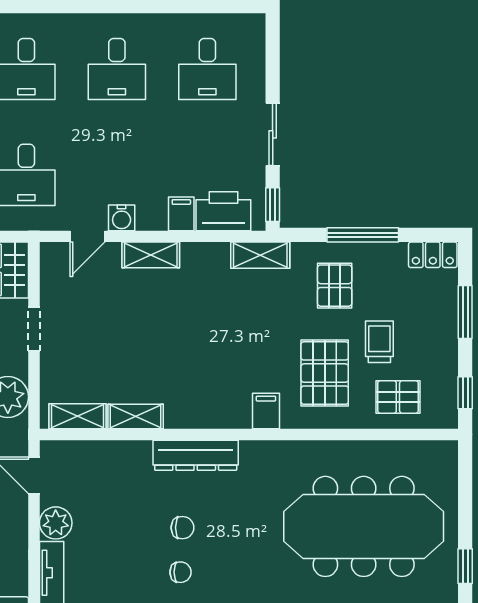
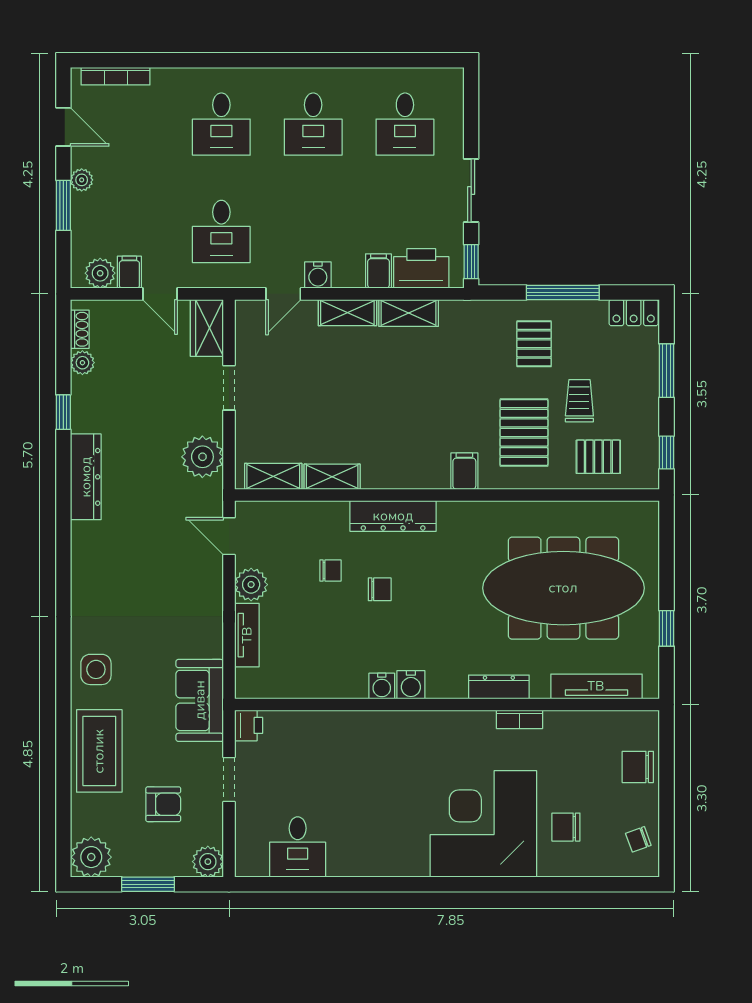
shelving: (260, 255) -> (409, 313), moved
chair: (180, 572) -> (330, 571), moved

